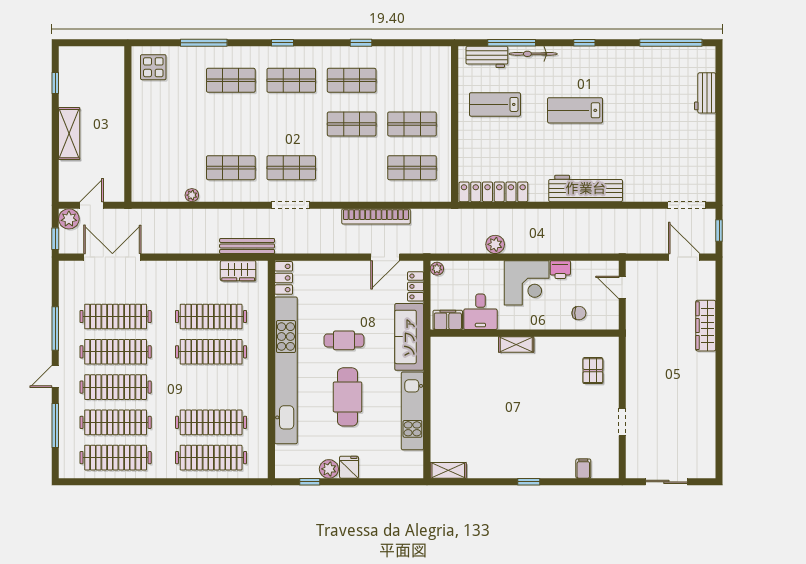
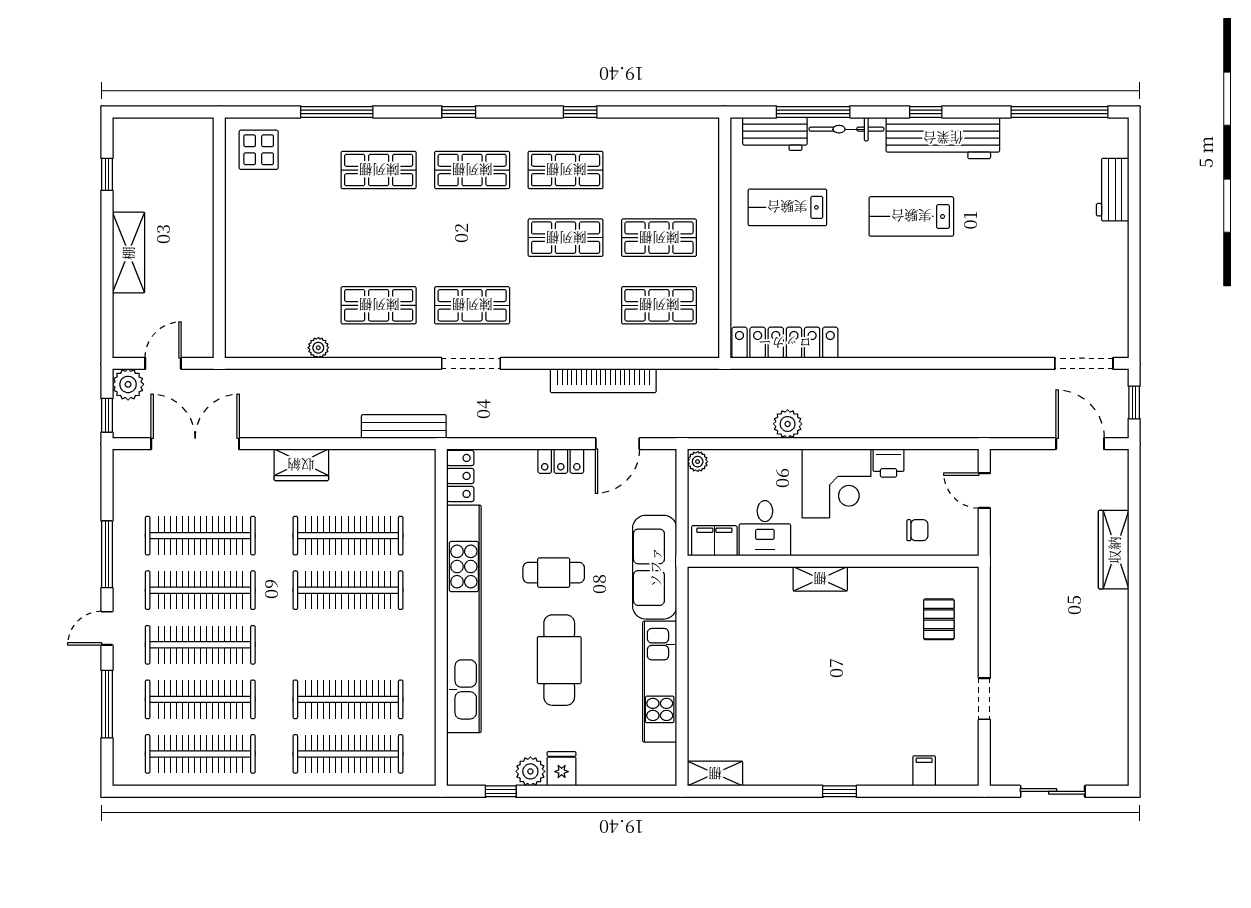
workbench: (586, 188) -> (943, 138), moved, turned 180
wardrobe: (238, 271) -> (301, 465), moved
locker: (416, 286) -> (561, 461), moved, turned -90

